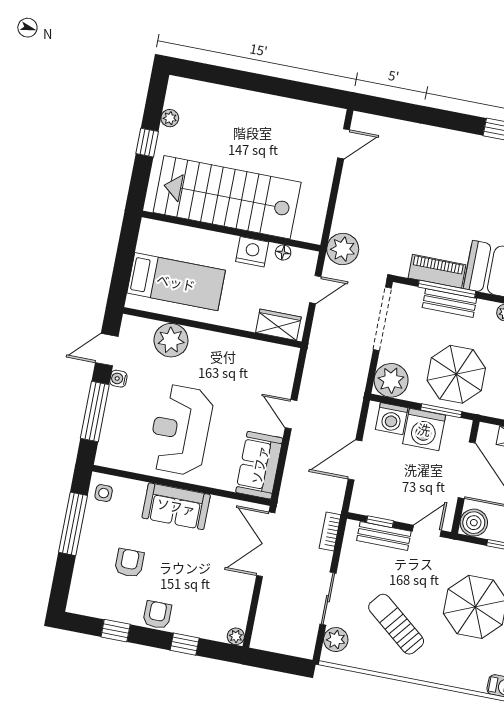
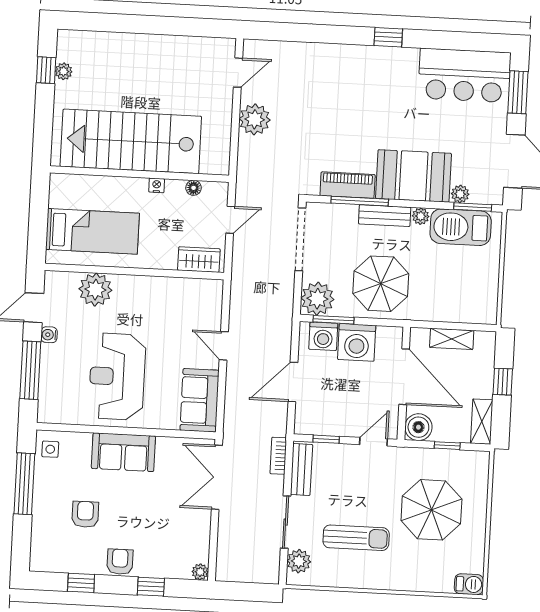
window: (147, 143) -> (46, 70), moved
plant: (343, 249) -> (255, 119), moved
nightstand: (252, 252) -> (157, 185), width x0.53, depth x0.56
bench: (449, 303) -> (385, 216), moved
window: (441, 411) -> (334, 320), moved
bench: (384, 536) -> (301, 469), moved, turned 90
sun lounger: (396, 624) -> (356, 538), turned 141

